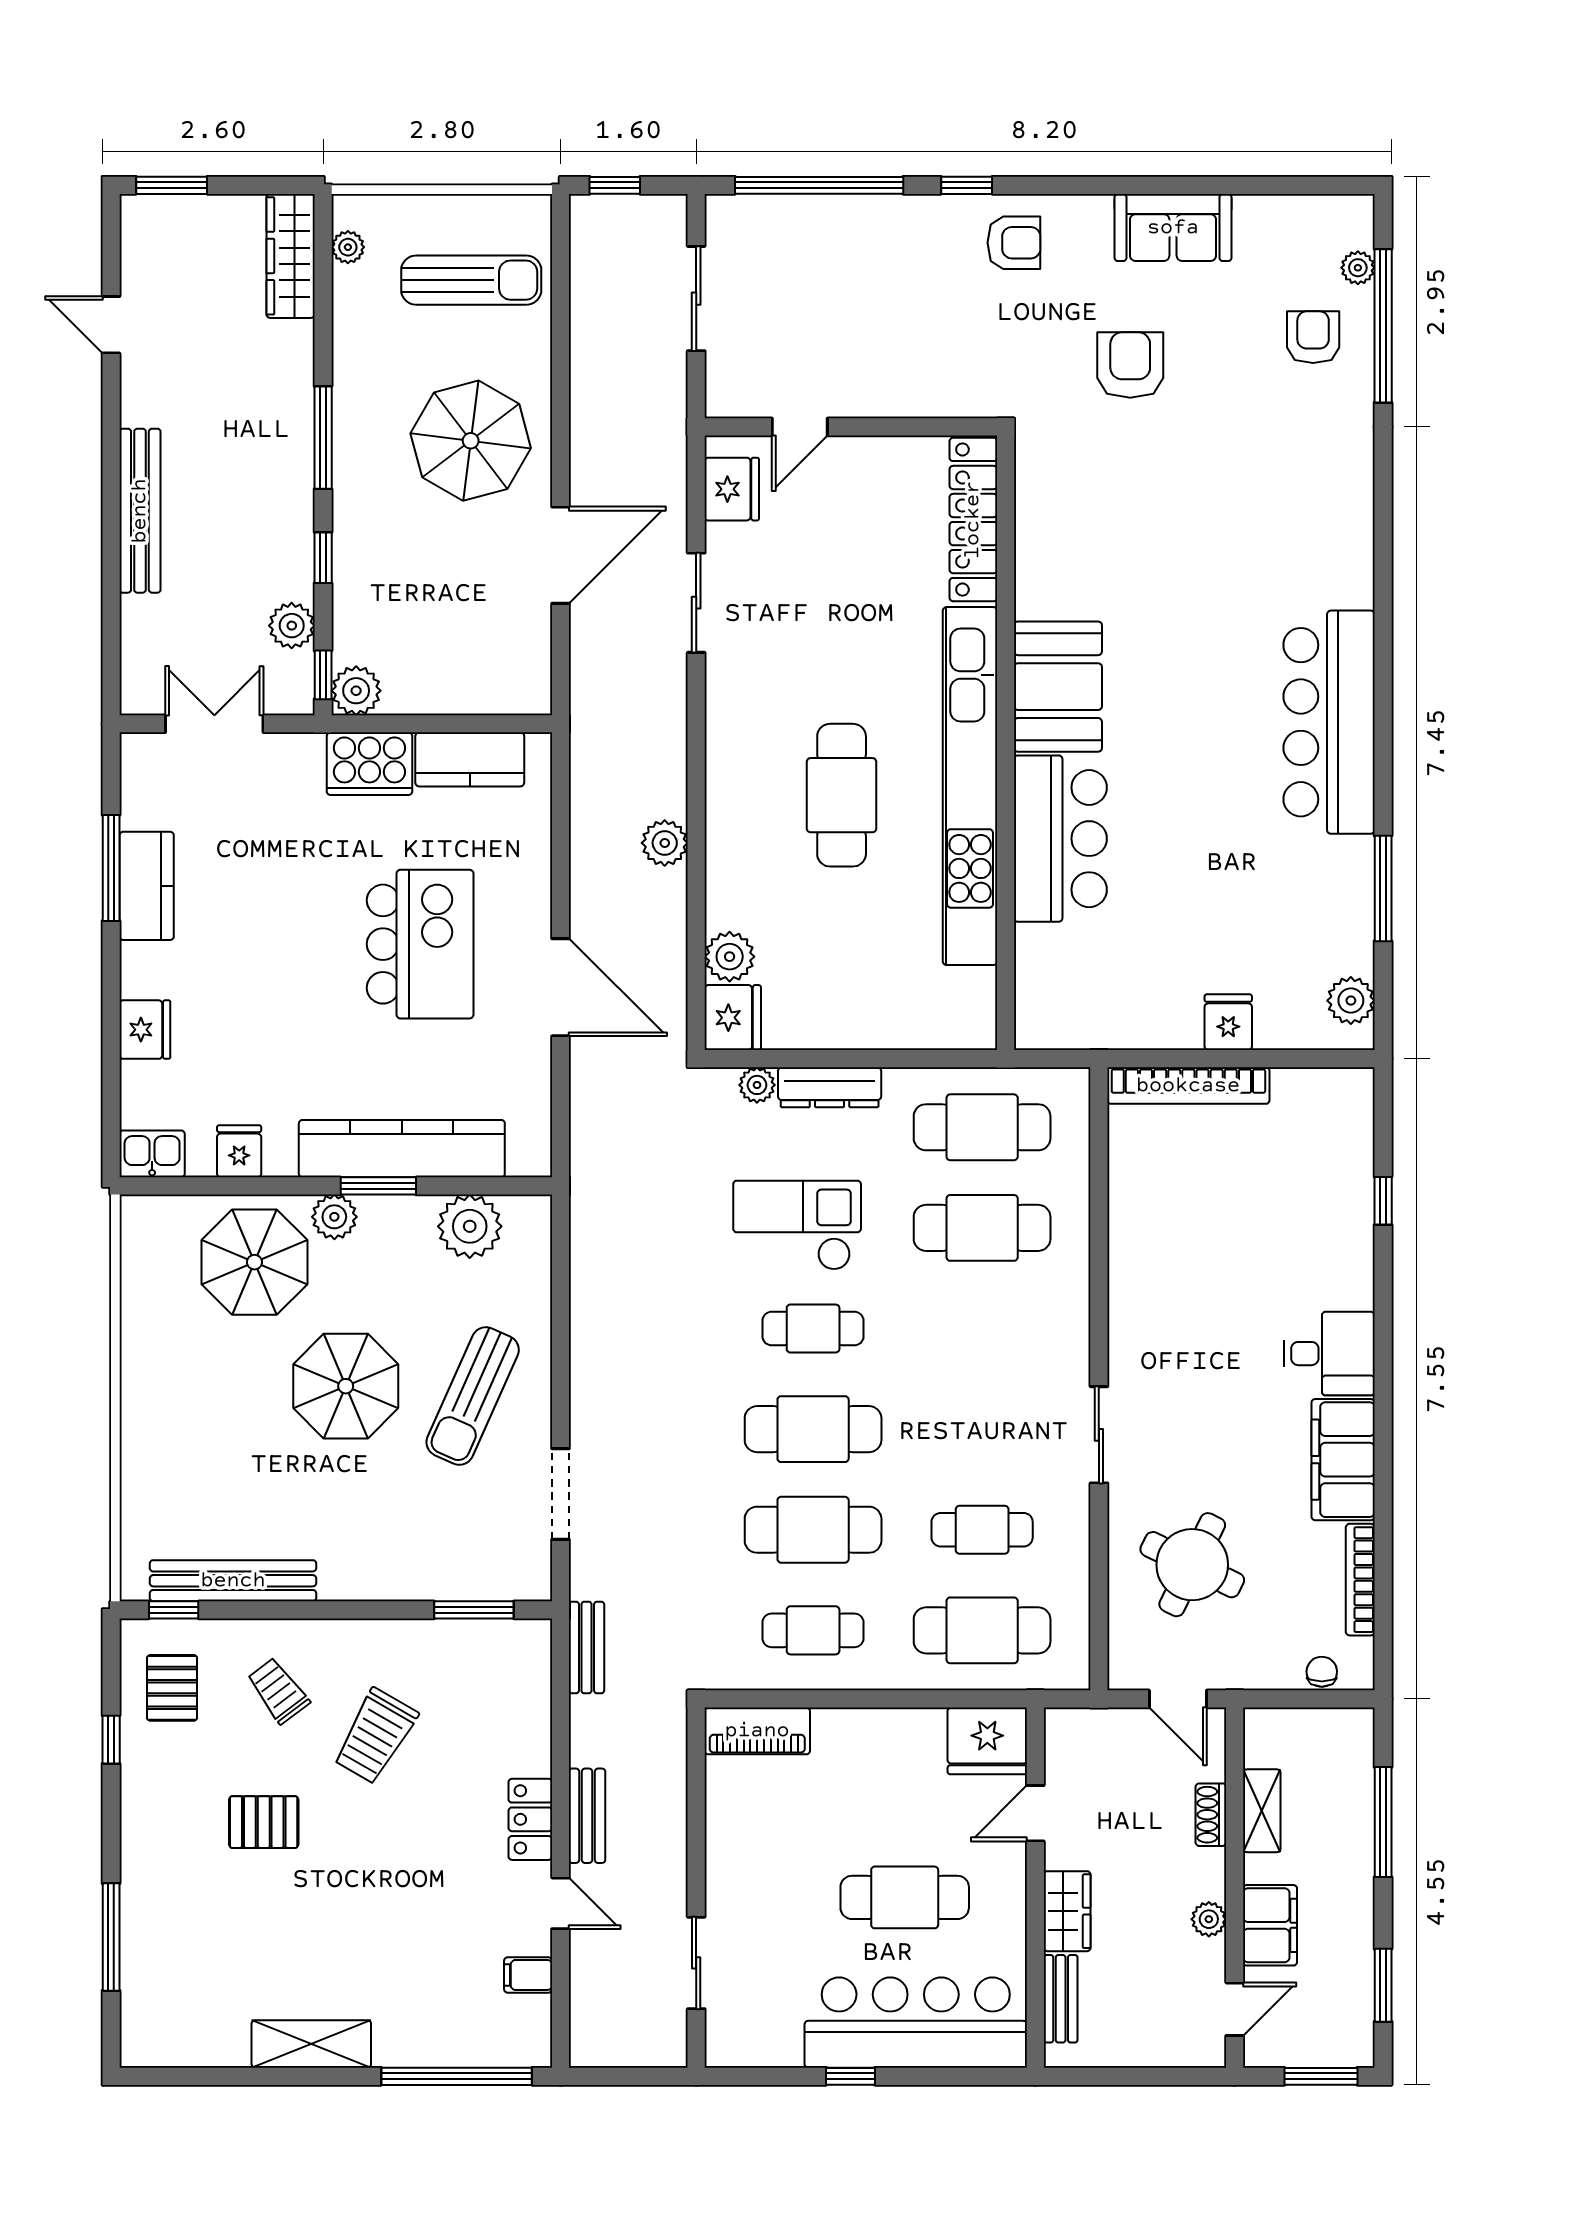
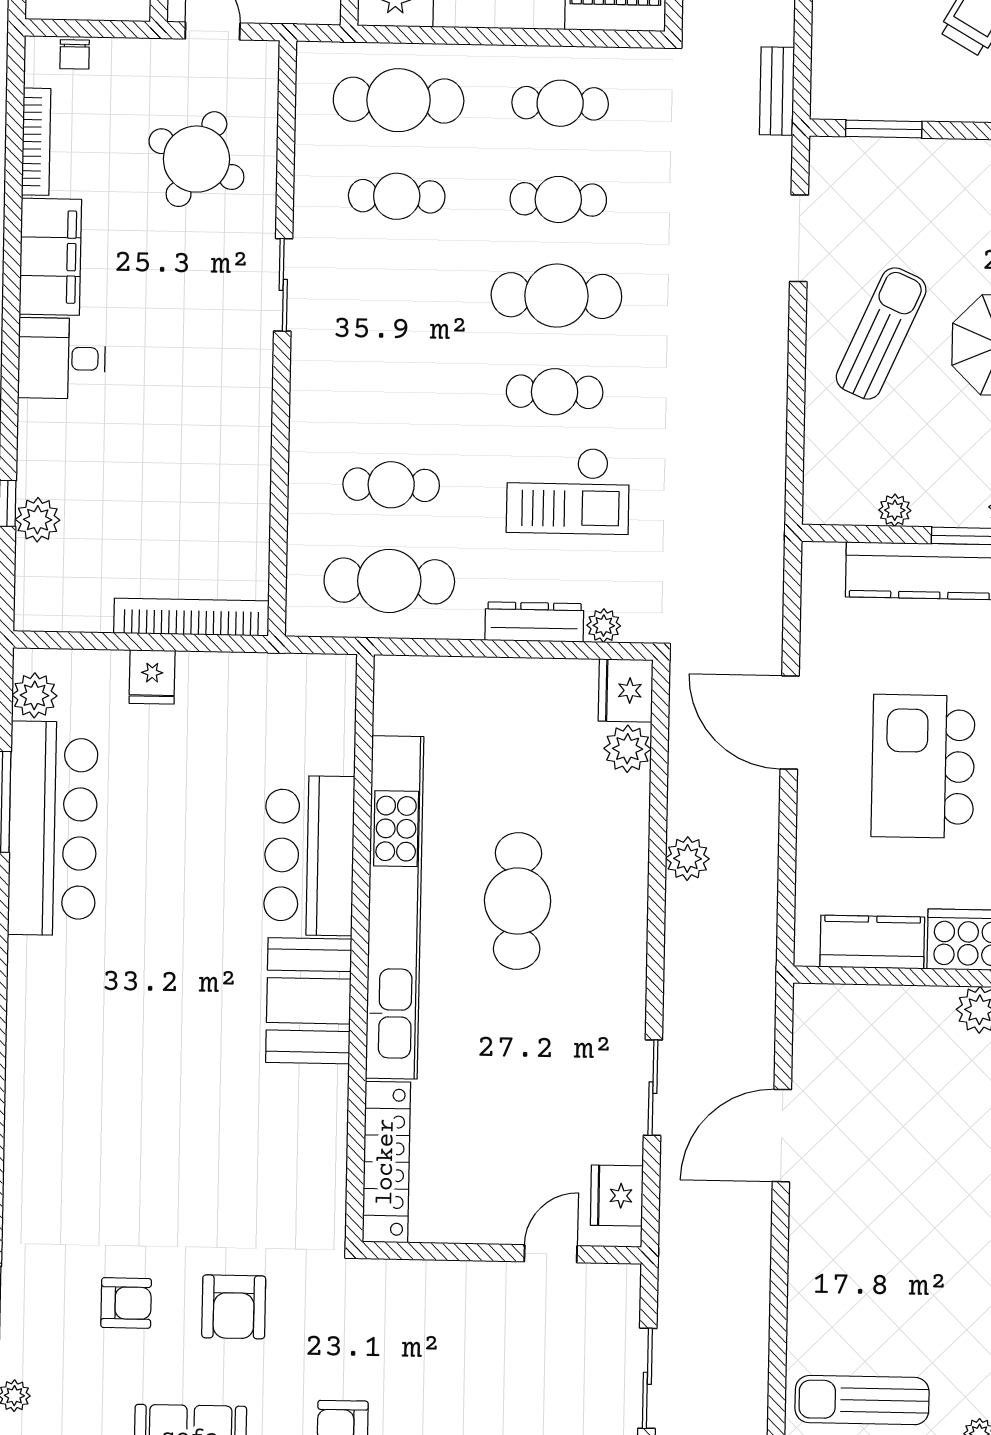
armchair: (1313, 337) -> (126, 1303), moved, turned -90
parasol: (471, 441) -> (866, 1247), removed
bar counter: (1329, 722) -> (53, 828), moved
plant: (1351, 1184) -> (38, 520), added
plant: (470, 1226) -> (895, 510), width x0.53, depth x0.53
cafe table: (982, 1228) -> (391, 485), width x0.73, depth x0.74
cafe table: (813, 1530) -> (558, 199), width x0.73, depth x0.74

